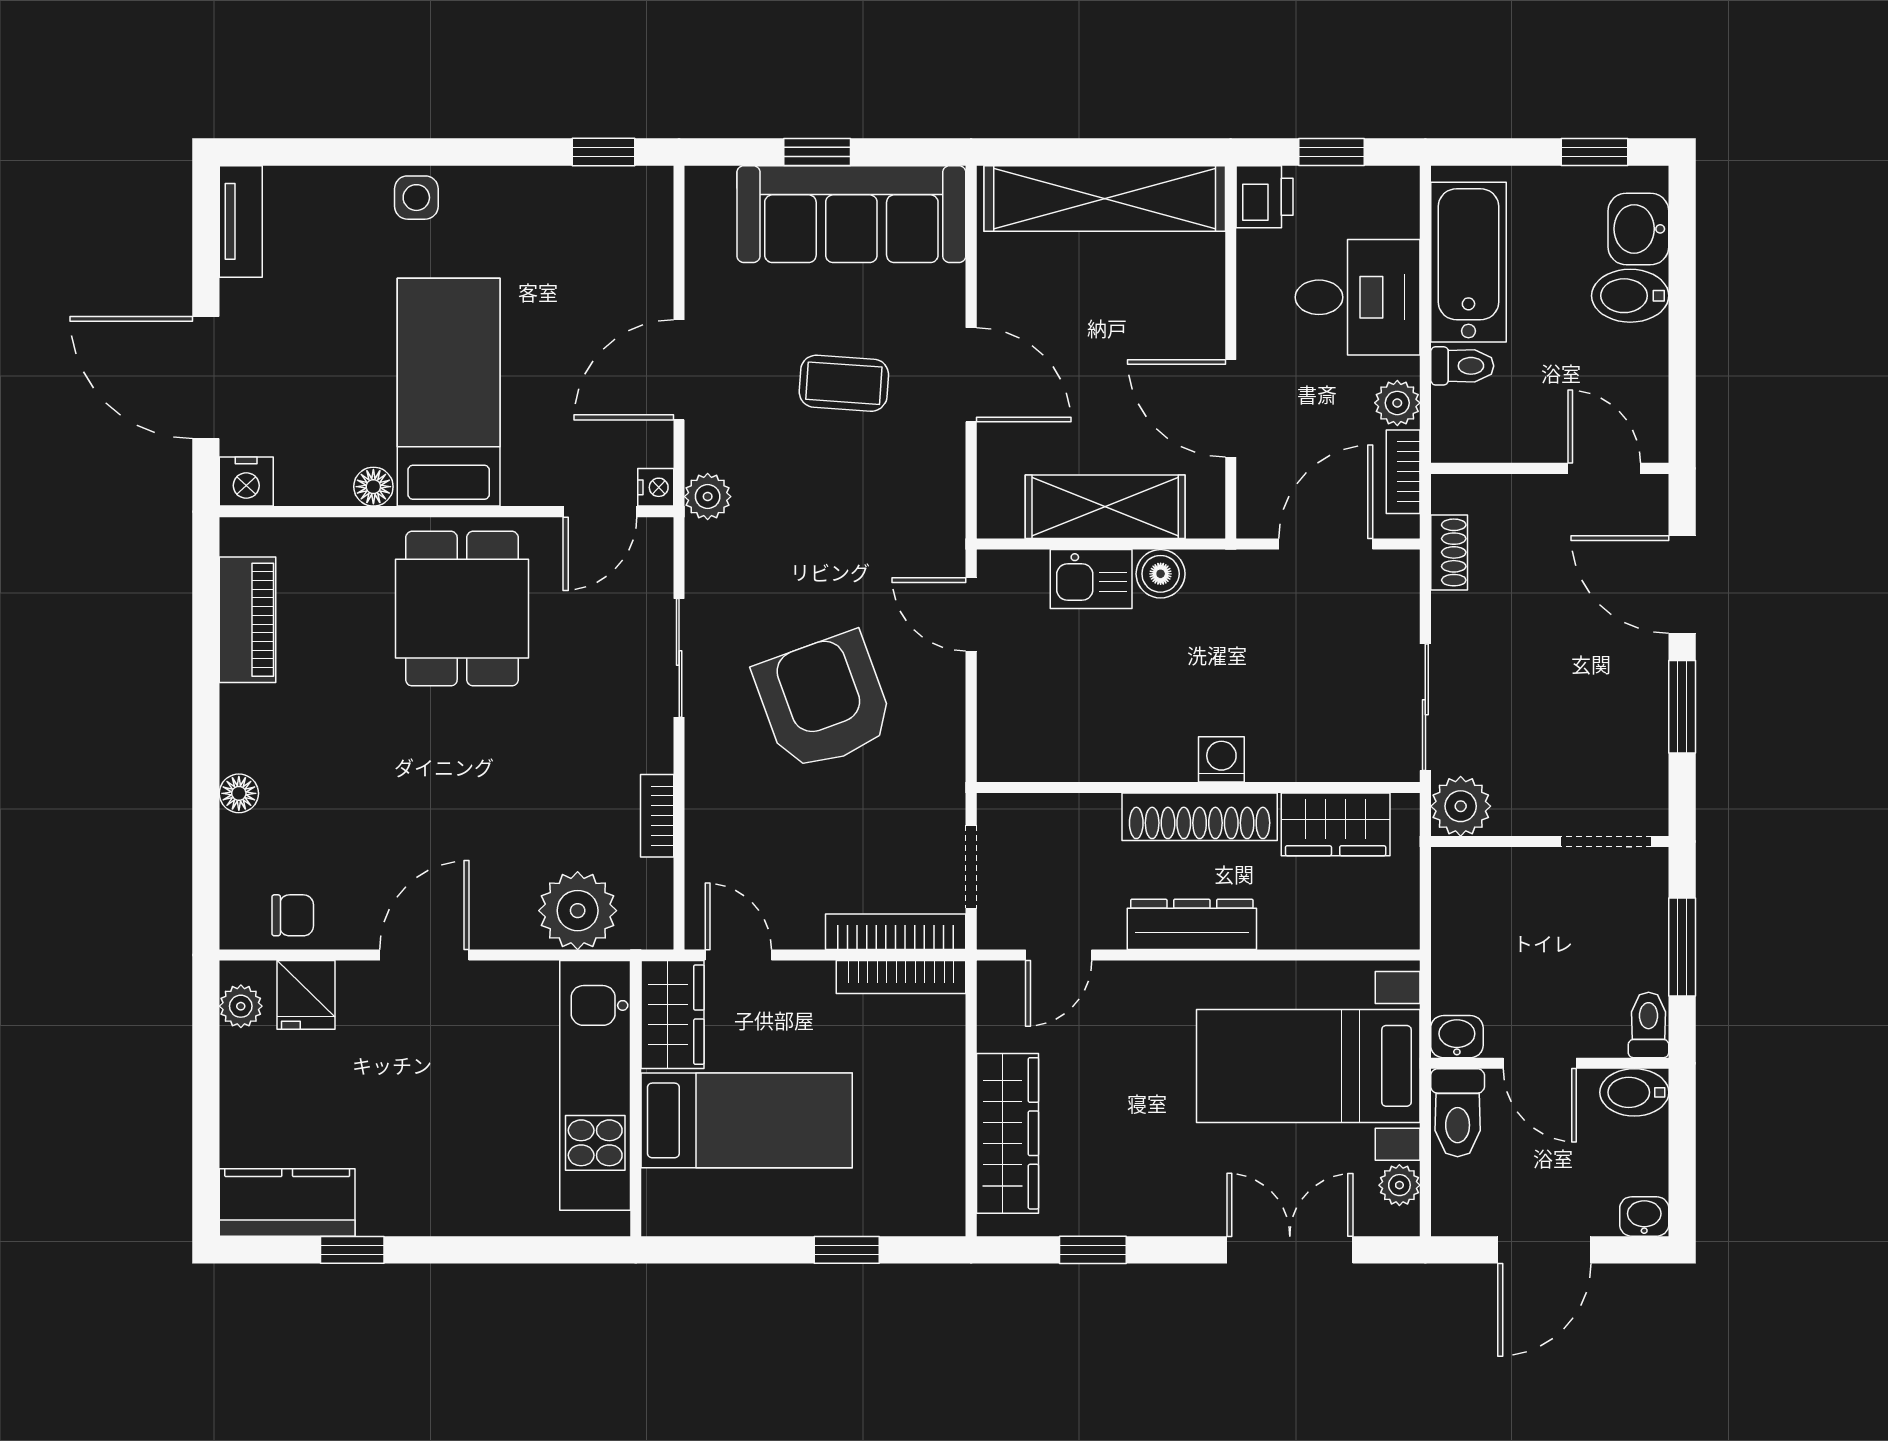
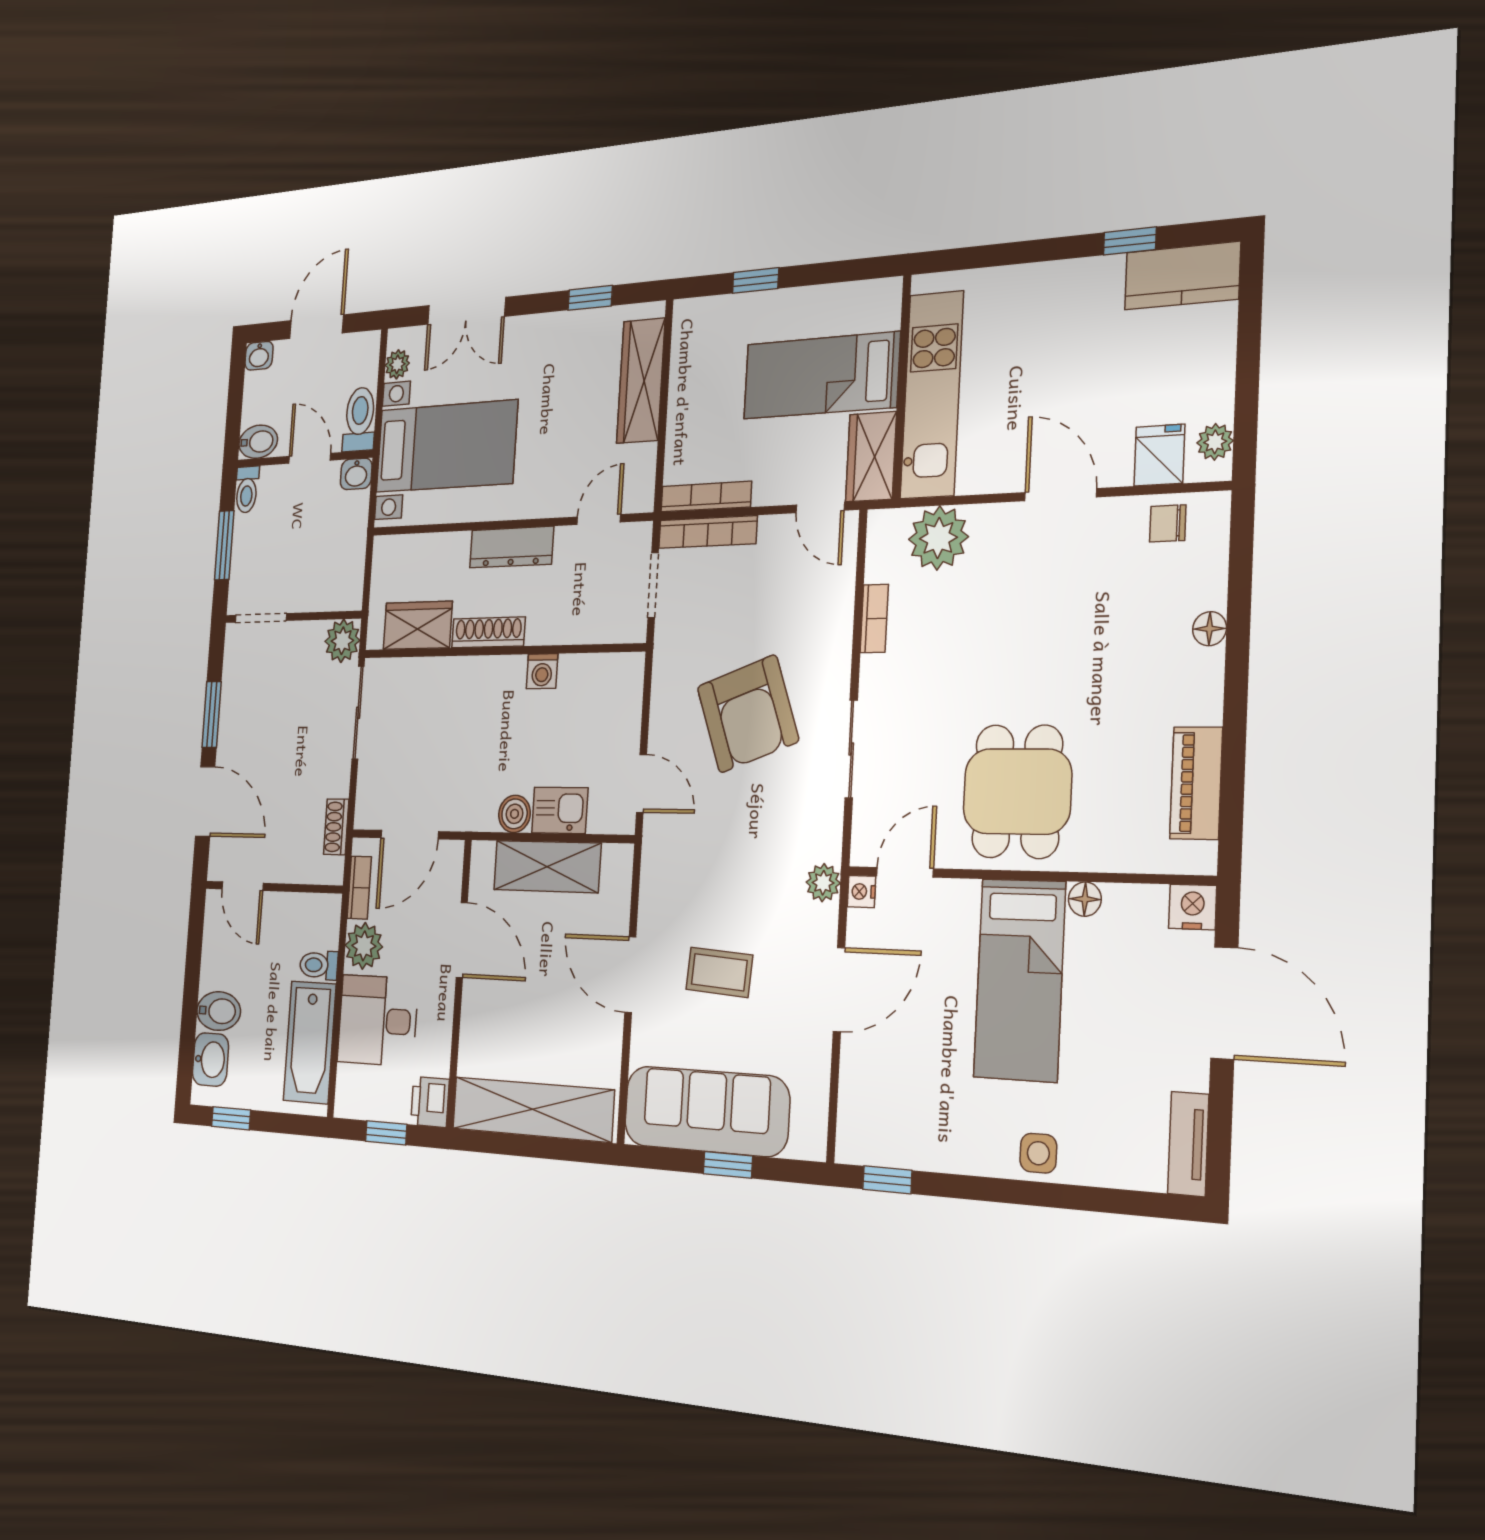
plant: (1397, 403) -> (364, 946), width x1.38, depth x1.38
washing machine: (1221, 759) -> (542, 671), moved
shoe rack: (1200, 817) -> (488, 632), width x0.74, depth x0.81
door: (424, 955) -> (1061, 495), swing flipped

